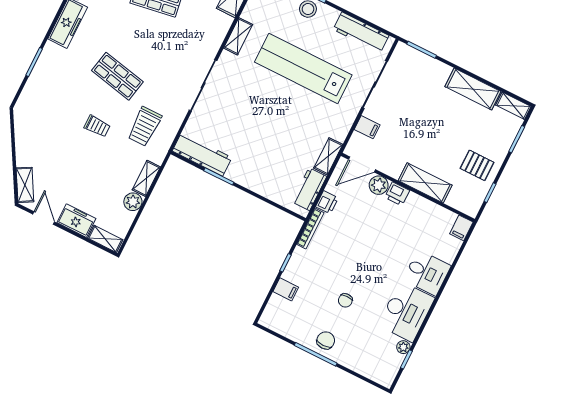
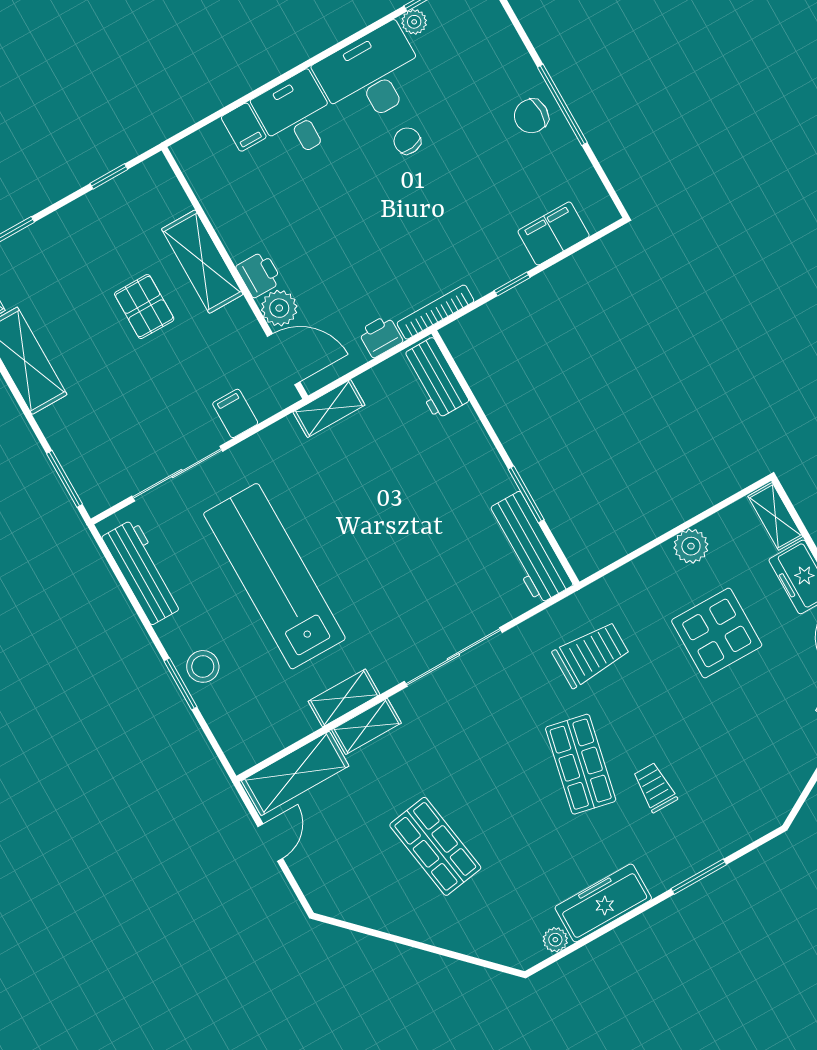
lab bench: (303, 69) -> (274, 576), turned 180
trolley: (97, 126) -> (655, 787), moved
pallet: (477, 165) -> (144, 307), moved
display table: (97, 172) -> (717, 633), added
shelving: (146, 178) -> (366, 726), moved
workbench: (309, 189) -> (435, 378), moved, turned 90
filing cabinet: (461, 228) -> (244, 127), moved, turned 90
filing cabinet: (286, 289) -> (554, 233), width x2.00
chair: (345, 300) -> (407, 141), moved, turned -98

